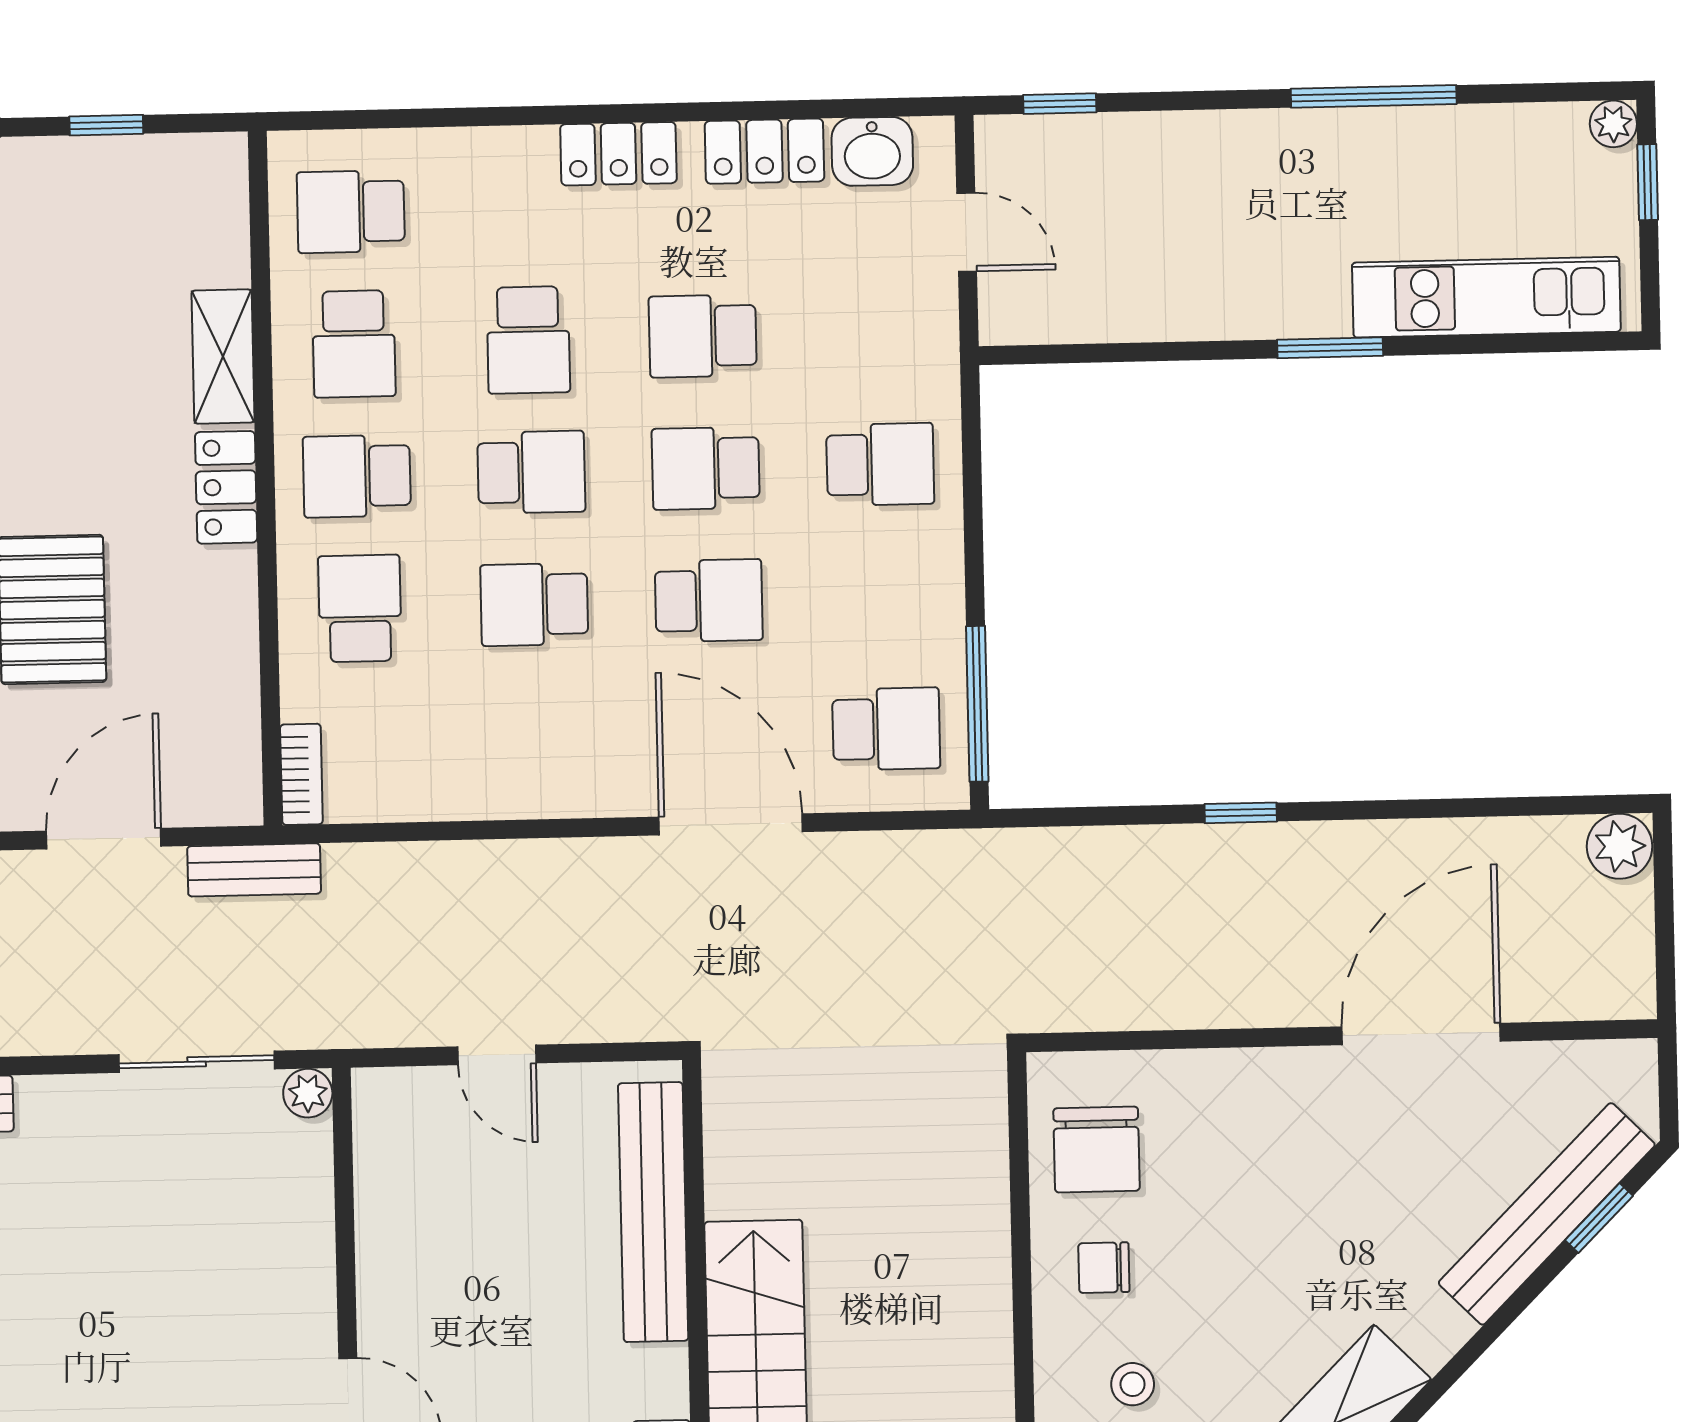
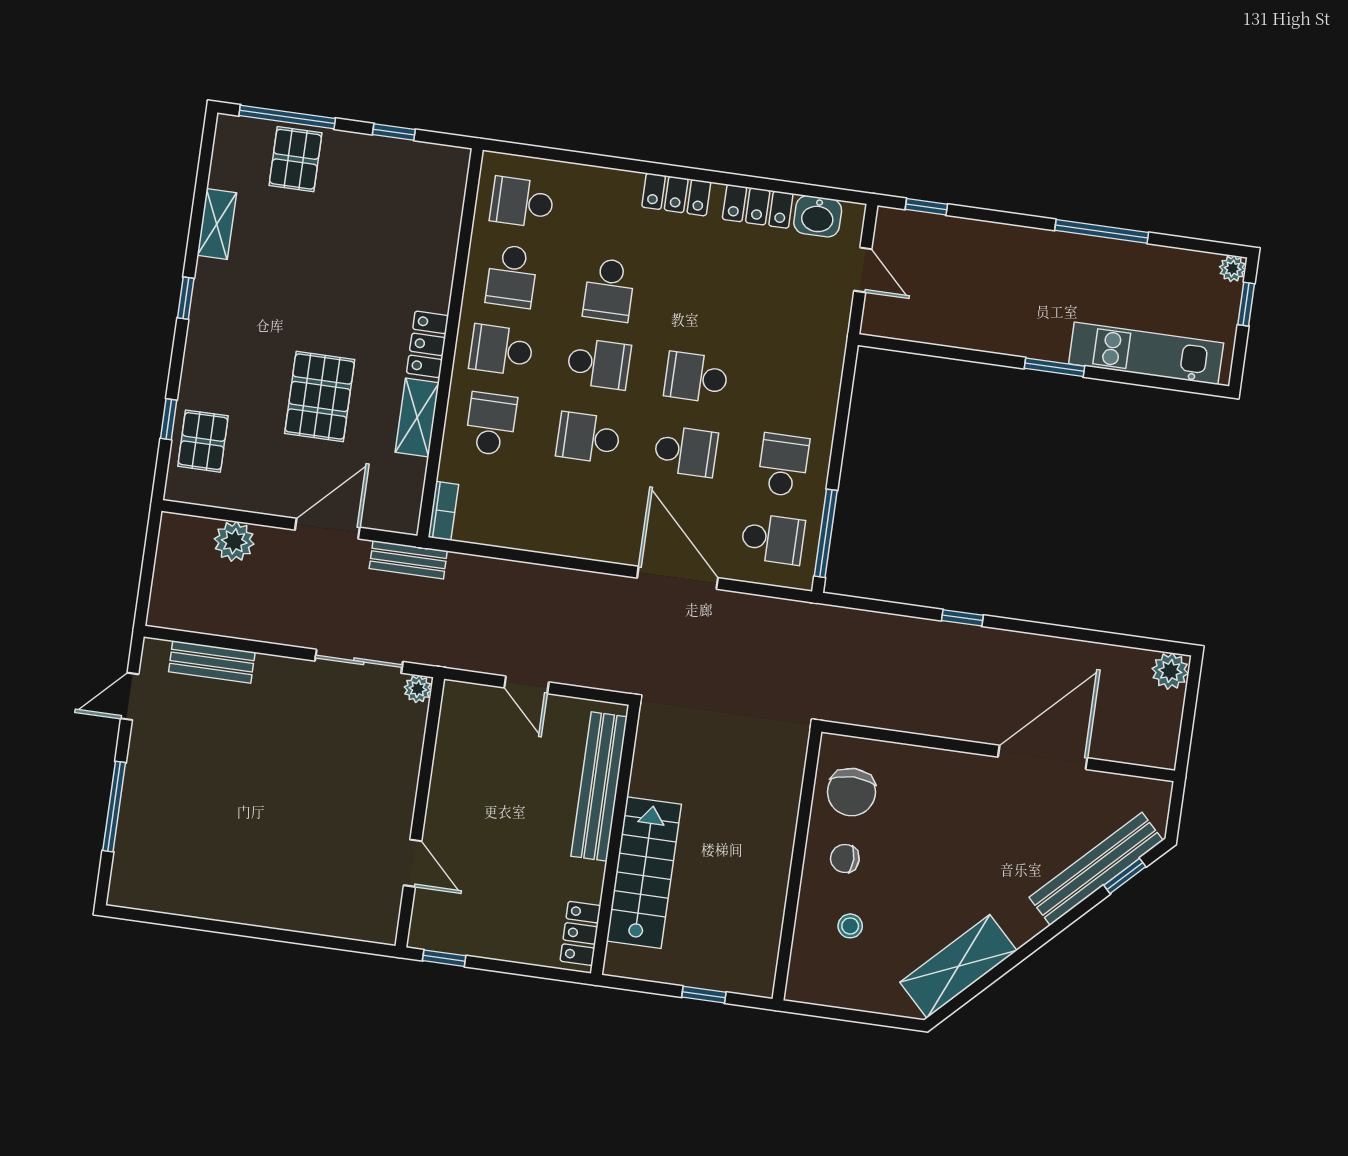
school desk: (703, 336) -> (707, 304), removed
shelving: (223, 357) -> (417, 417), moved
school desk: (880, 464) -> (783, 465), moved, turned -90

